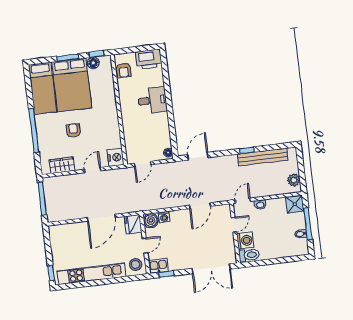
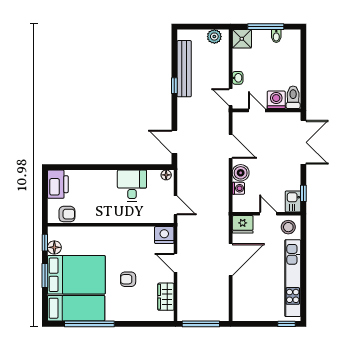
desk: (152, 100) -> (132, 186), moved
window: (34, 130) -> (89, 324), moved
door: (101, 218) -> (231, 260), hinge flipped
boiler: (151, 221) -> (241, 173), moved

